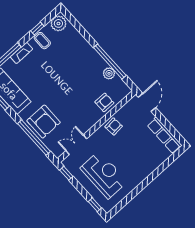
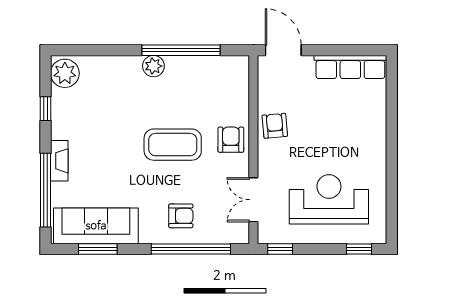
coffee table: (42, 41) -> (173, 145), moved, width x1.86, depth x1.72
plant: (109, 73) -> (153, 66), moved
armchair: (104, 102) -> (231, 140), moved
armchair: (44, 122) -> (181, 216), width x0.53, depth x0.53

